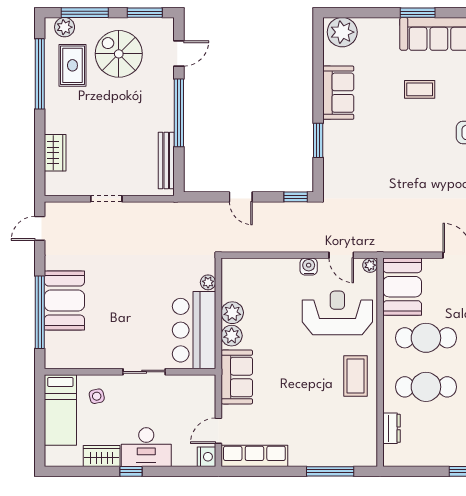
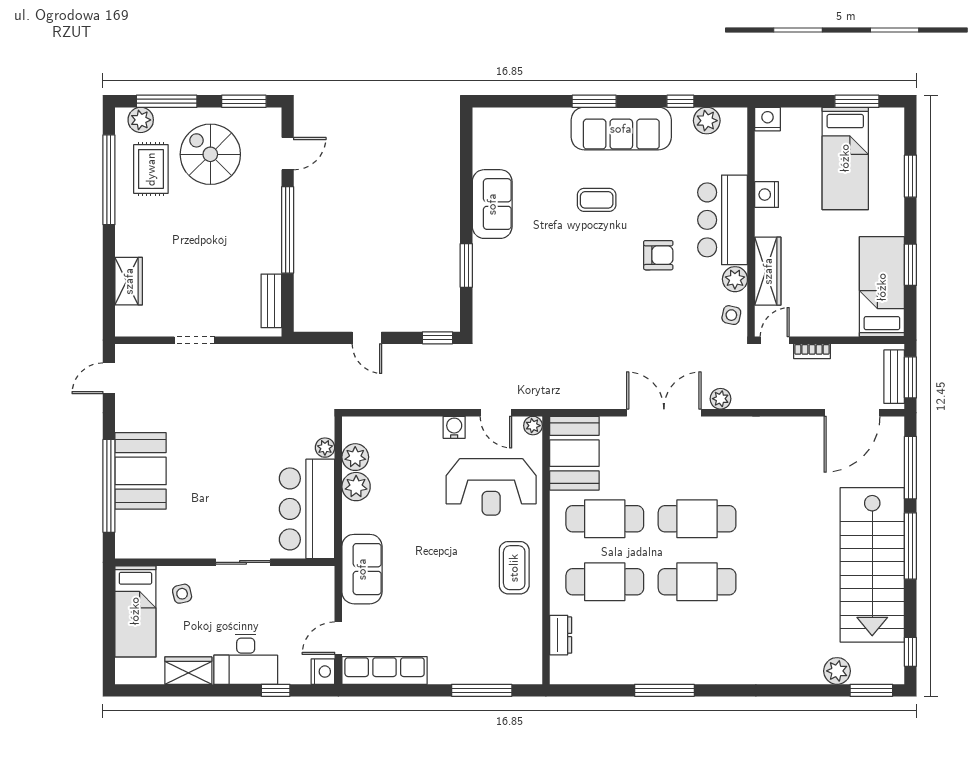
plant: (342, 32) -> (497, 126), removed
bench: (166, 160) -> (271, 301), width x0.73
reception desk: (337, 313) -> (491, 487), turned 180
plant: (232, 336) -> (355, 457), moved
window: (131, 471) -> (276, 690), moved

